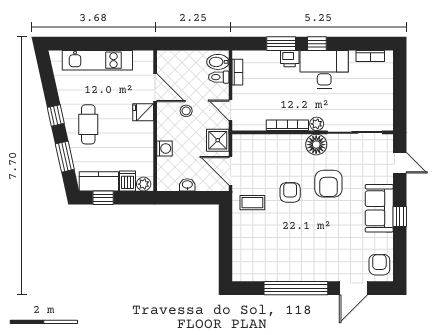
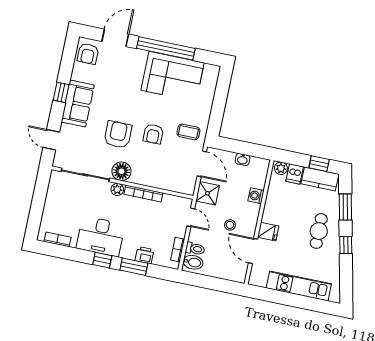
printer: (290, 59) -> (144, 255), moved
corner sofa: (282, 259) -> (173, 76), added

